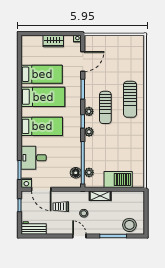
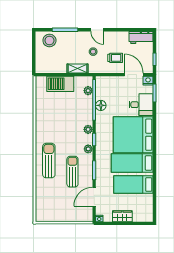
sun lounger: (105, 107) -> (72, 172), moved
bed: (42, 126) -> (133, 135), width x2.04
floor lamp: (76, 173) -> (101, 105), moved

